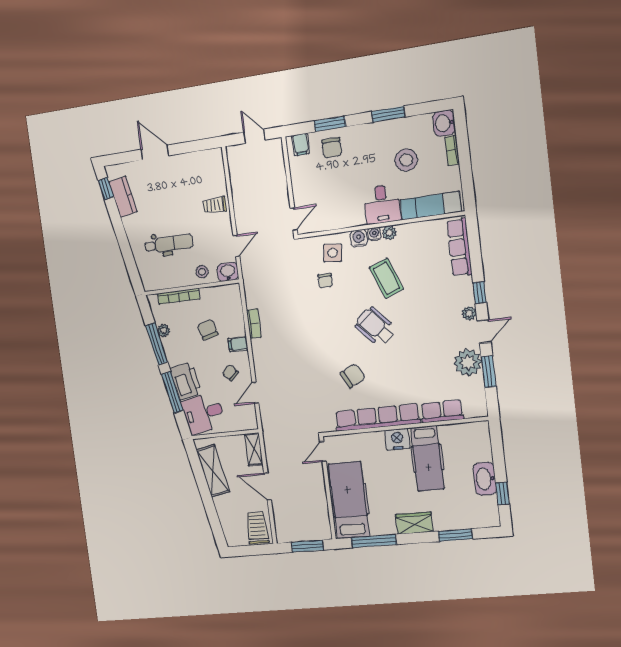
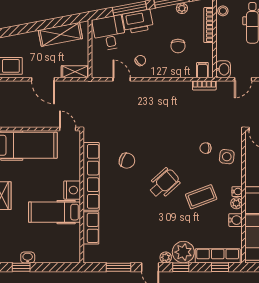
water cooler: (359, 238) -> (235, 220), moved
window: (474, 242) -> (220, 267), added
door: (236, 246) -> (243, 79), hinge flipped
stool: (202, 272) -> (223, 11), moved
bookcase: (254, 324) -> (204, 85), moved
chair: (208, 330) -> (178, 46), turned 105
filing cabinet: (238, 344) -> (202, 70), moved
plant: (468, 363) -> (183, 252), moved
chair: (353, 376) -> (127, 161), turned -44
washbasin: (485, 479) -> (28, 257), width x0.52, depth x0.69
door: (268, 487) -> (43, 79), swing flipped

